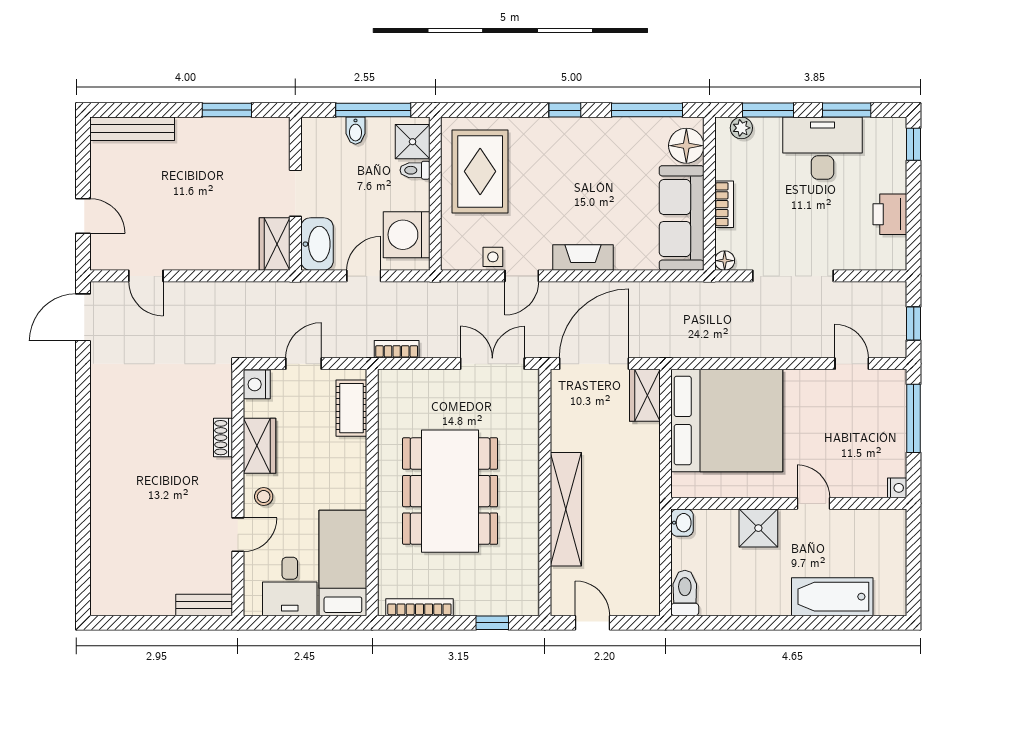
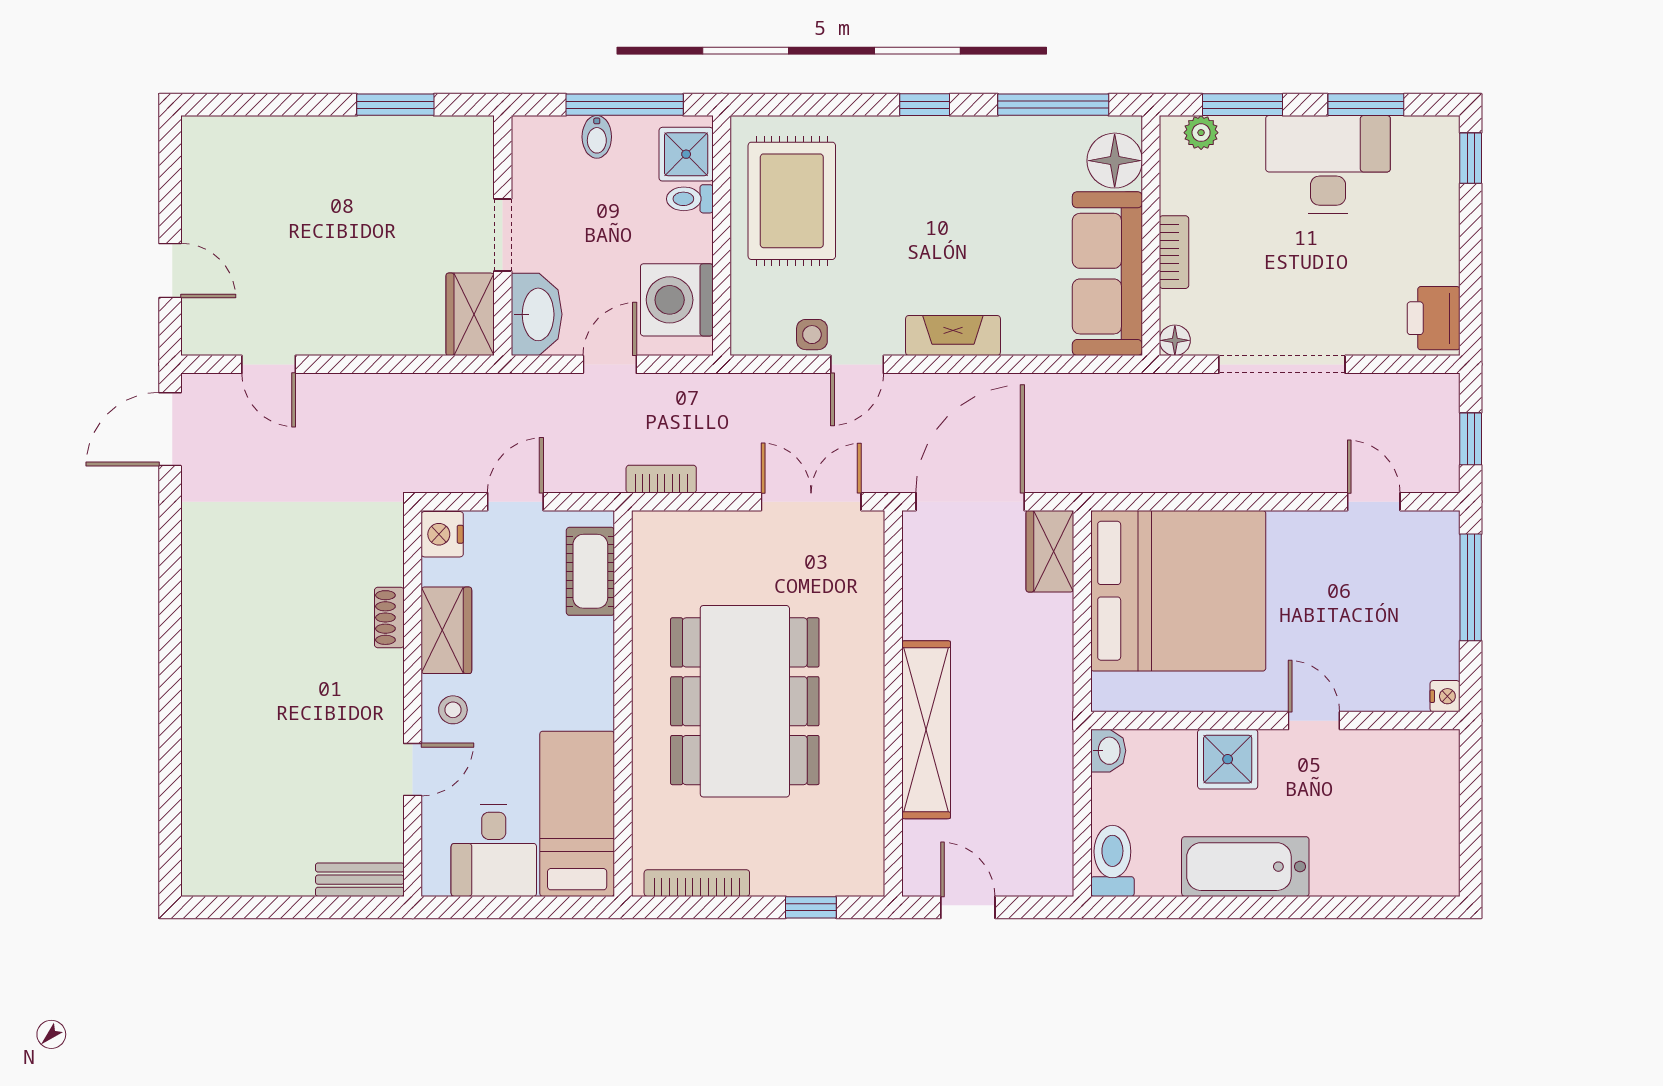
bench: (132, 129) -> (247, 134), removed
printer: (890, 214) -> (1434, 318), moved
bathtub: (832, 597) -> (1245, 867), moved

